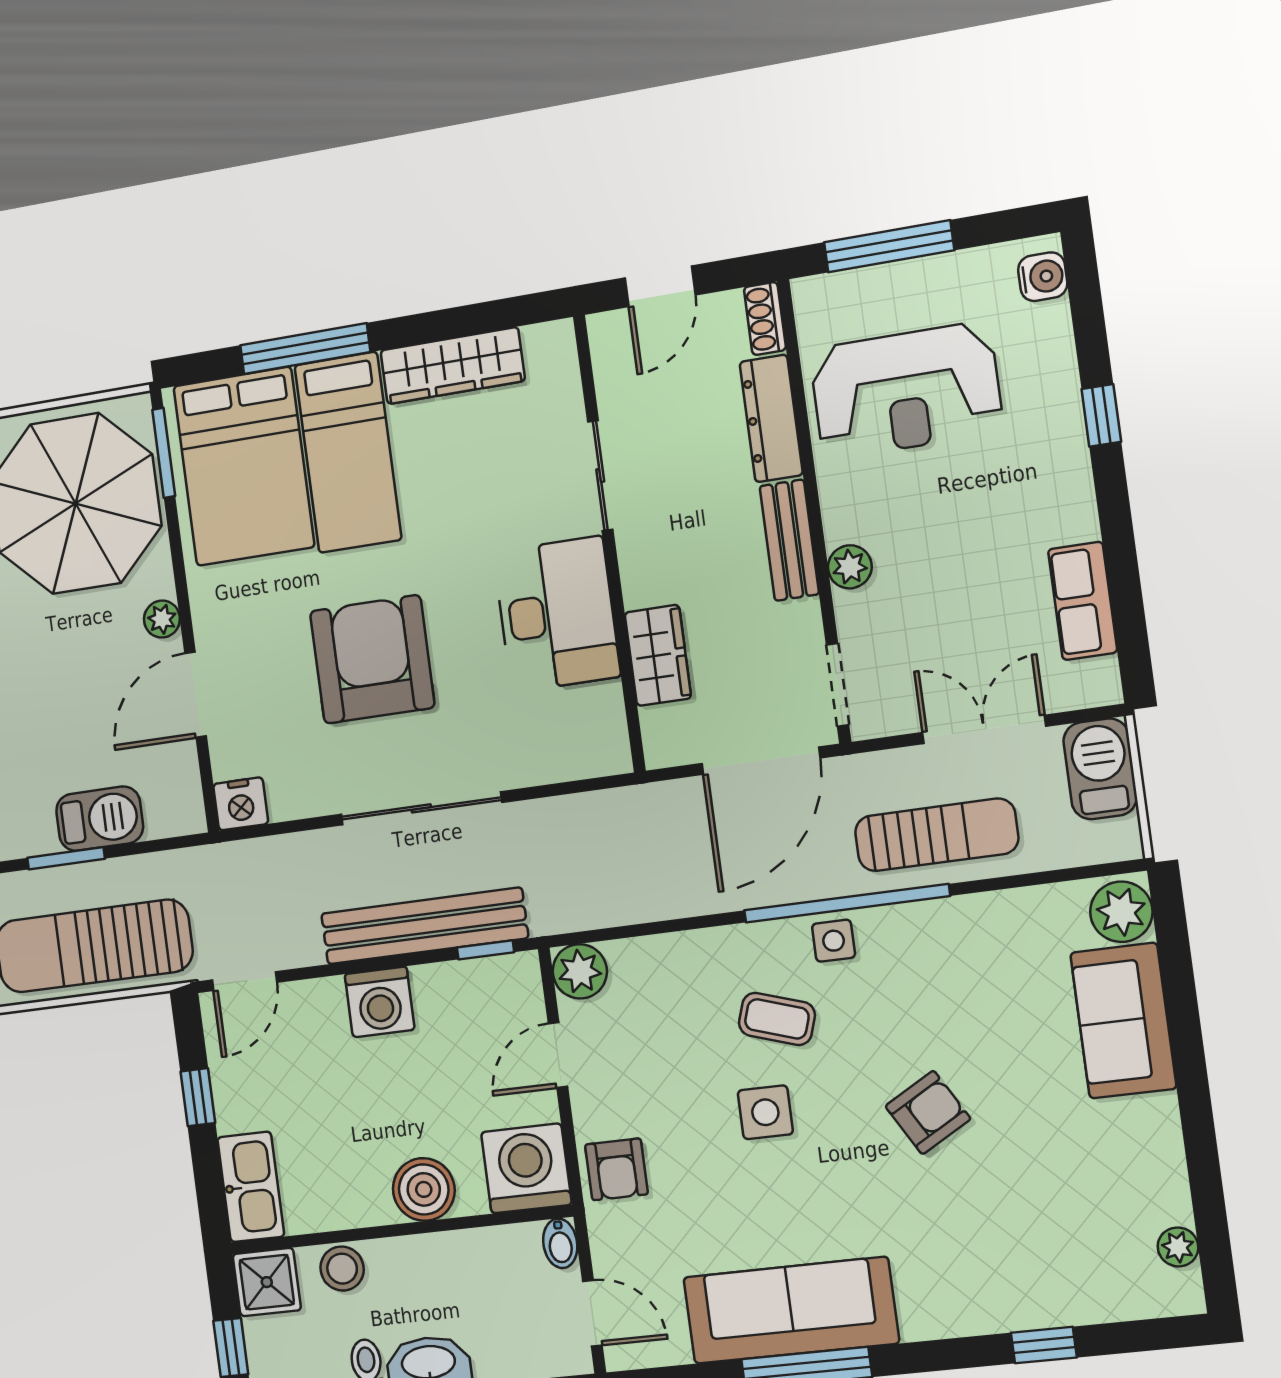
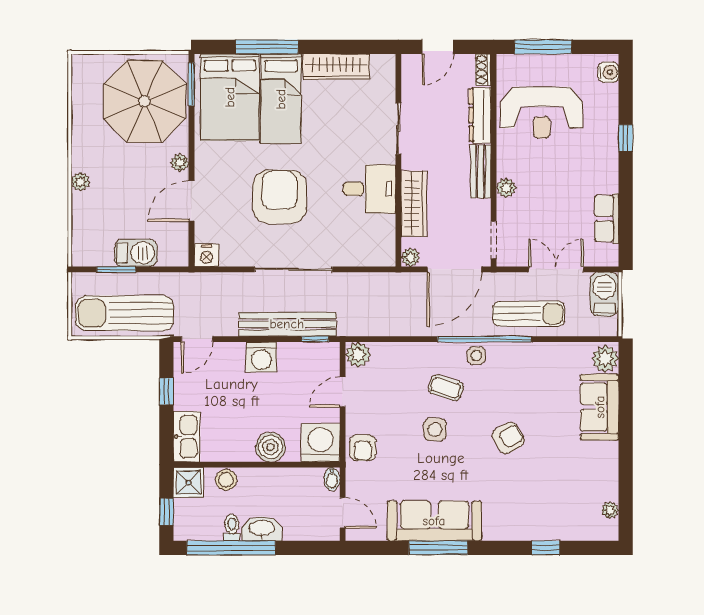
desk: (557, 614) -> (370, 189), width x0.73
wardrobe: (658, 655) -> (414, 204), width x1.50
plant: (663, 748) -> (411, 257), added

